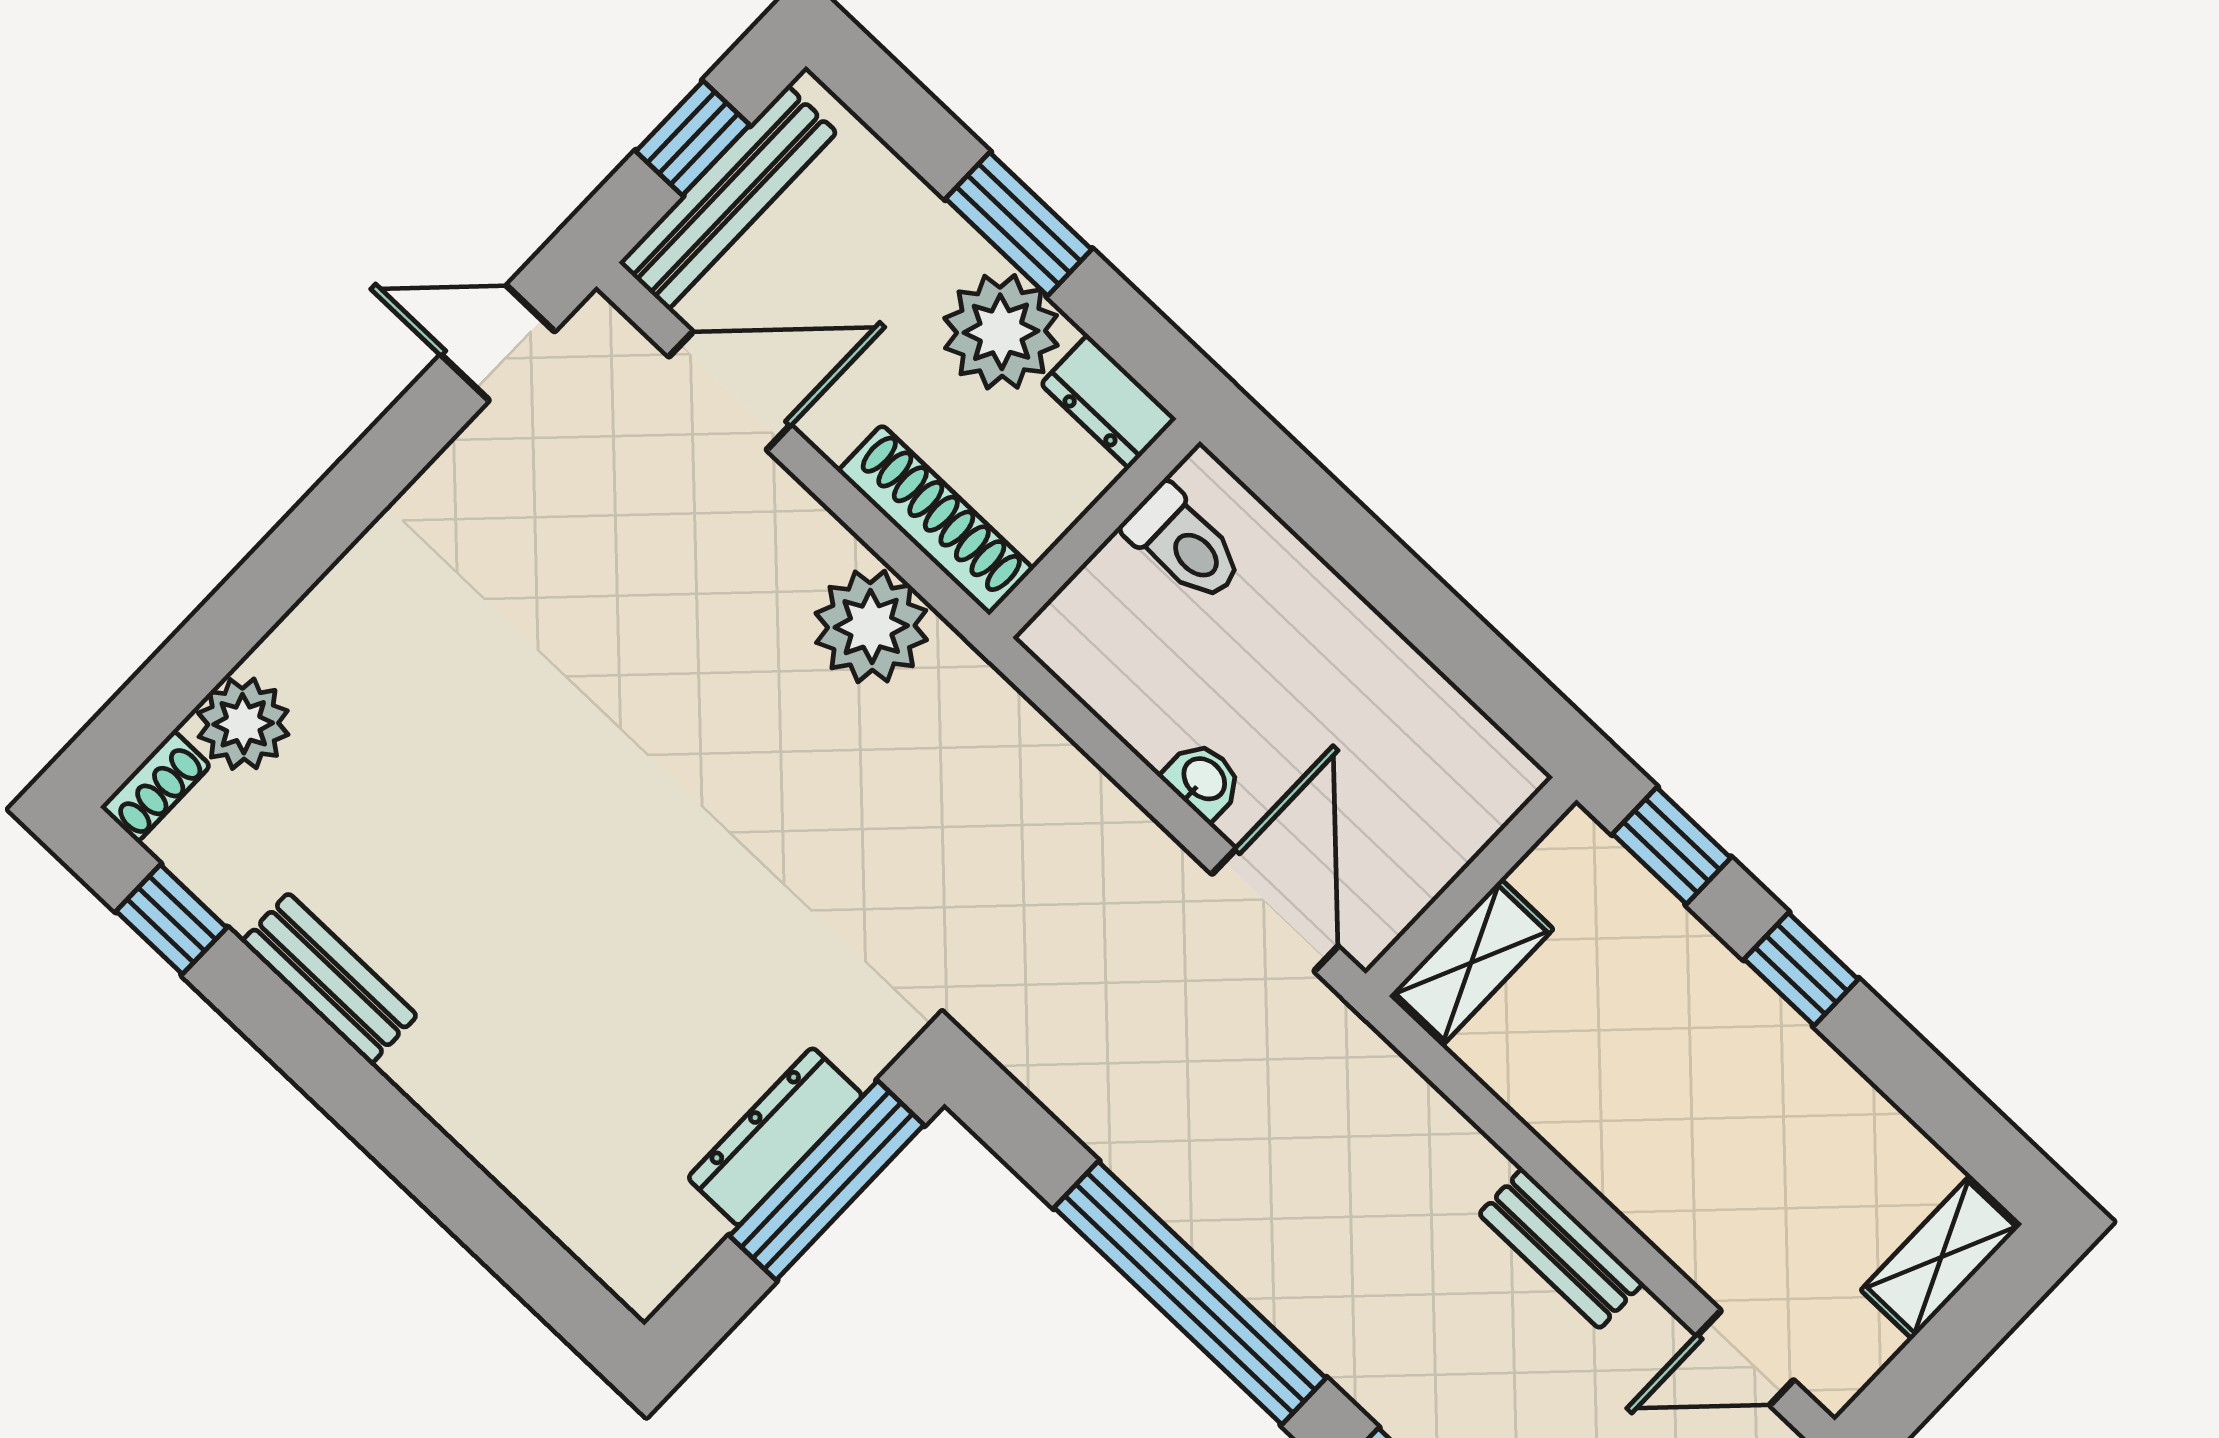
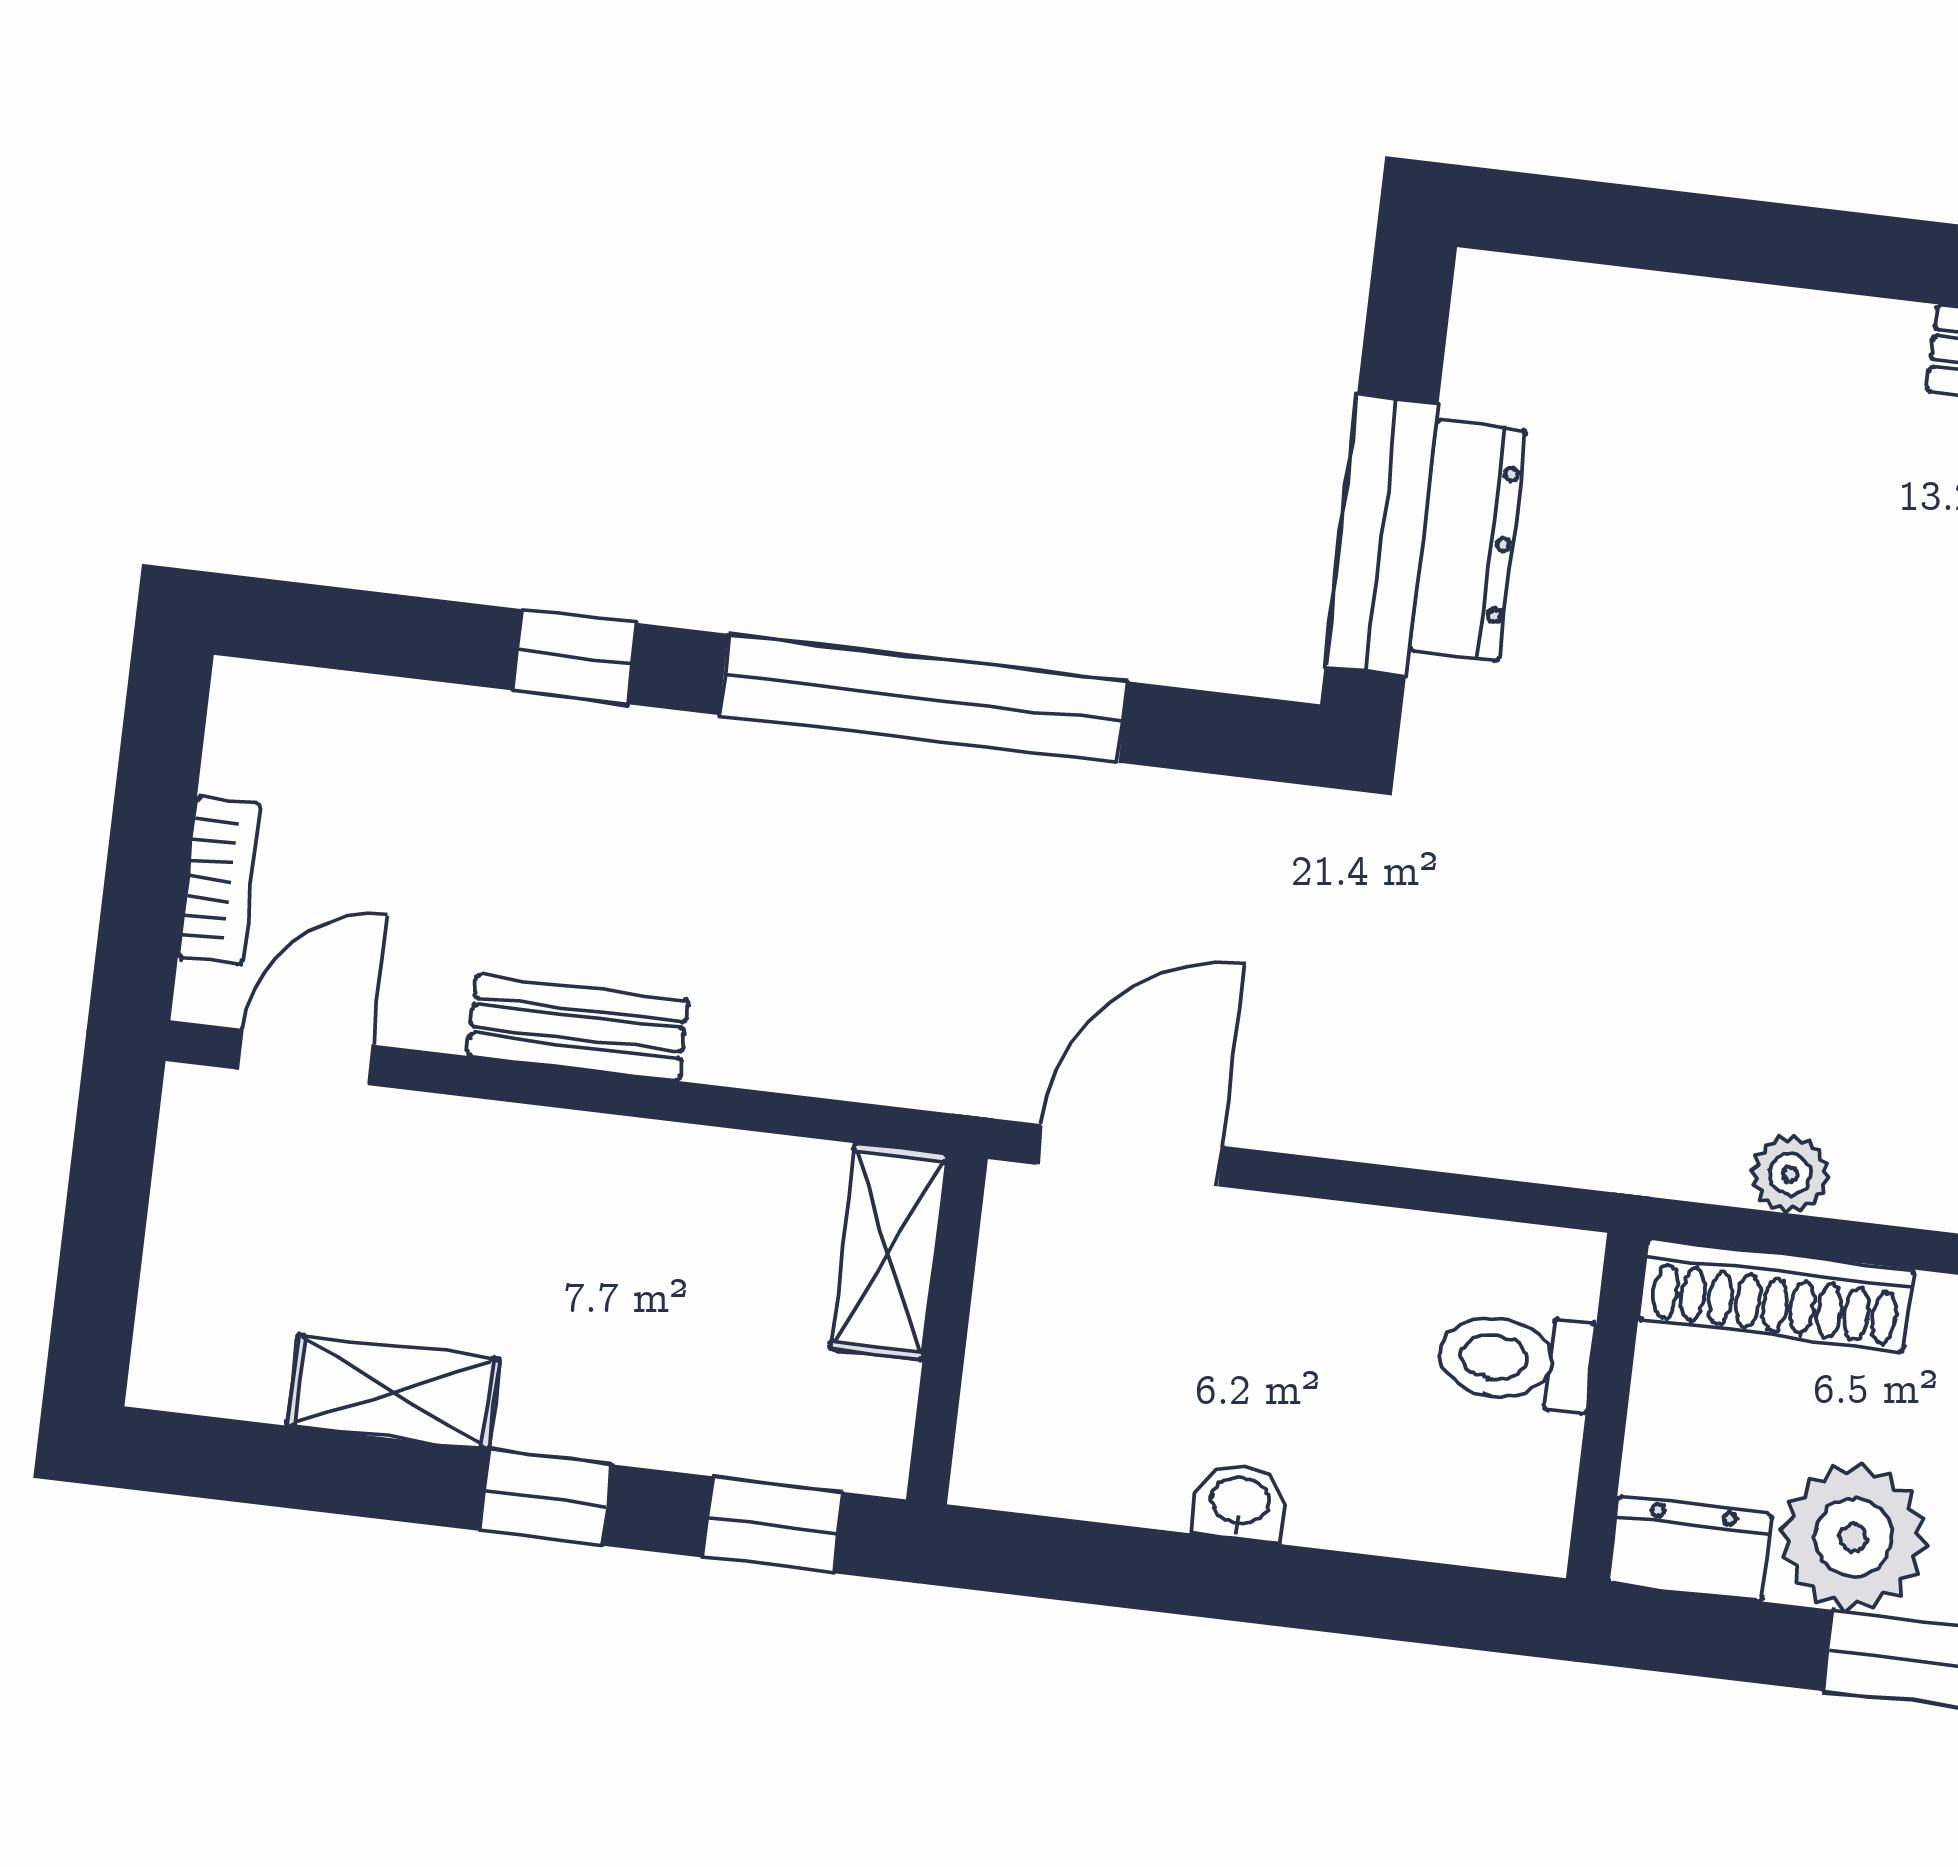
toilet: (1184, 544) -> (1516, 1360), moved
plant: (871, 626) -> (1790, 1174), width x0.53, depth x0.53
washbasin: (1203, 780) -> (1240, 1502), moved, turned 180
door: (1275, 910) -> (1130, 1155), swing flipped
shelving: (1941, 1257) -> (393, 1392), moved, turned 90

